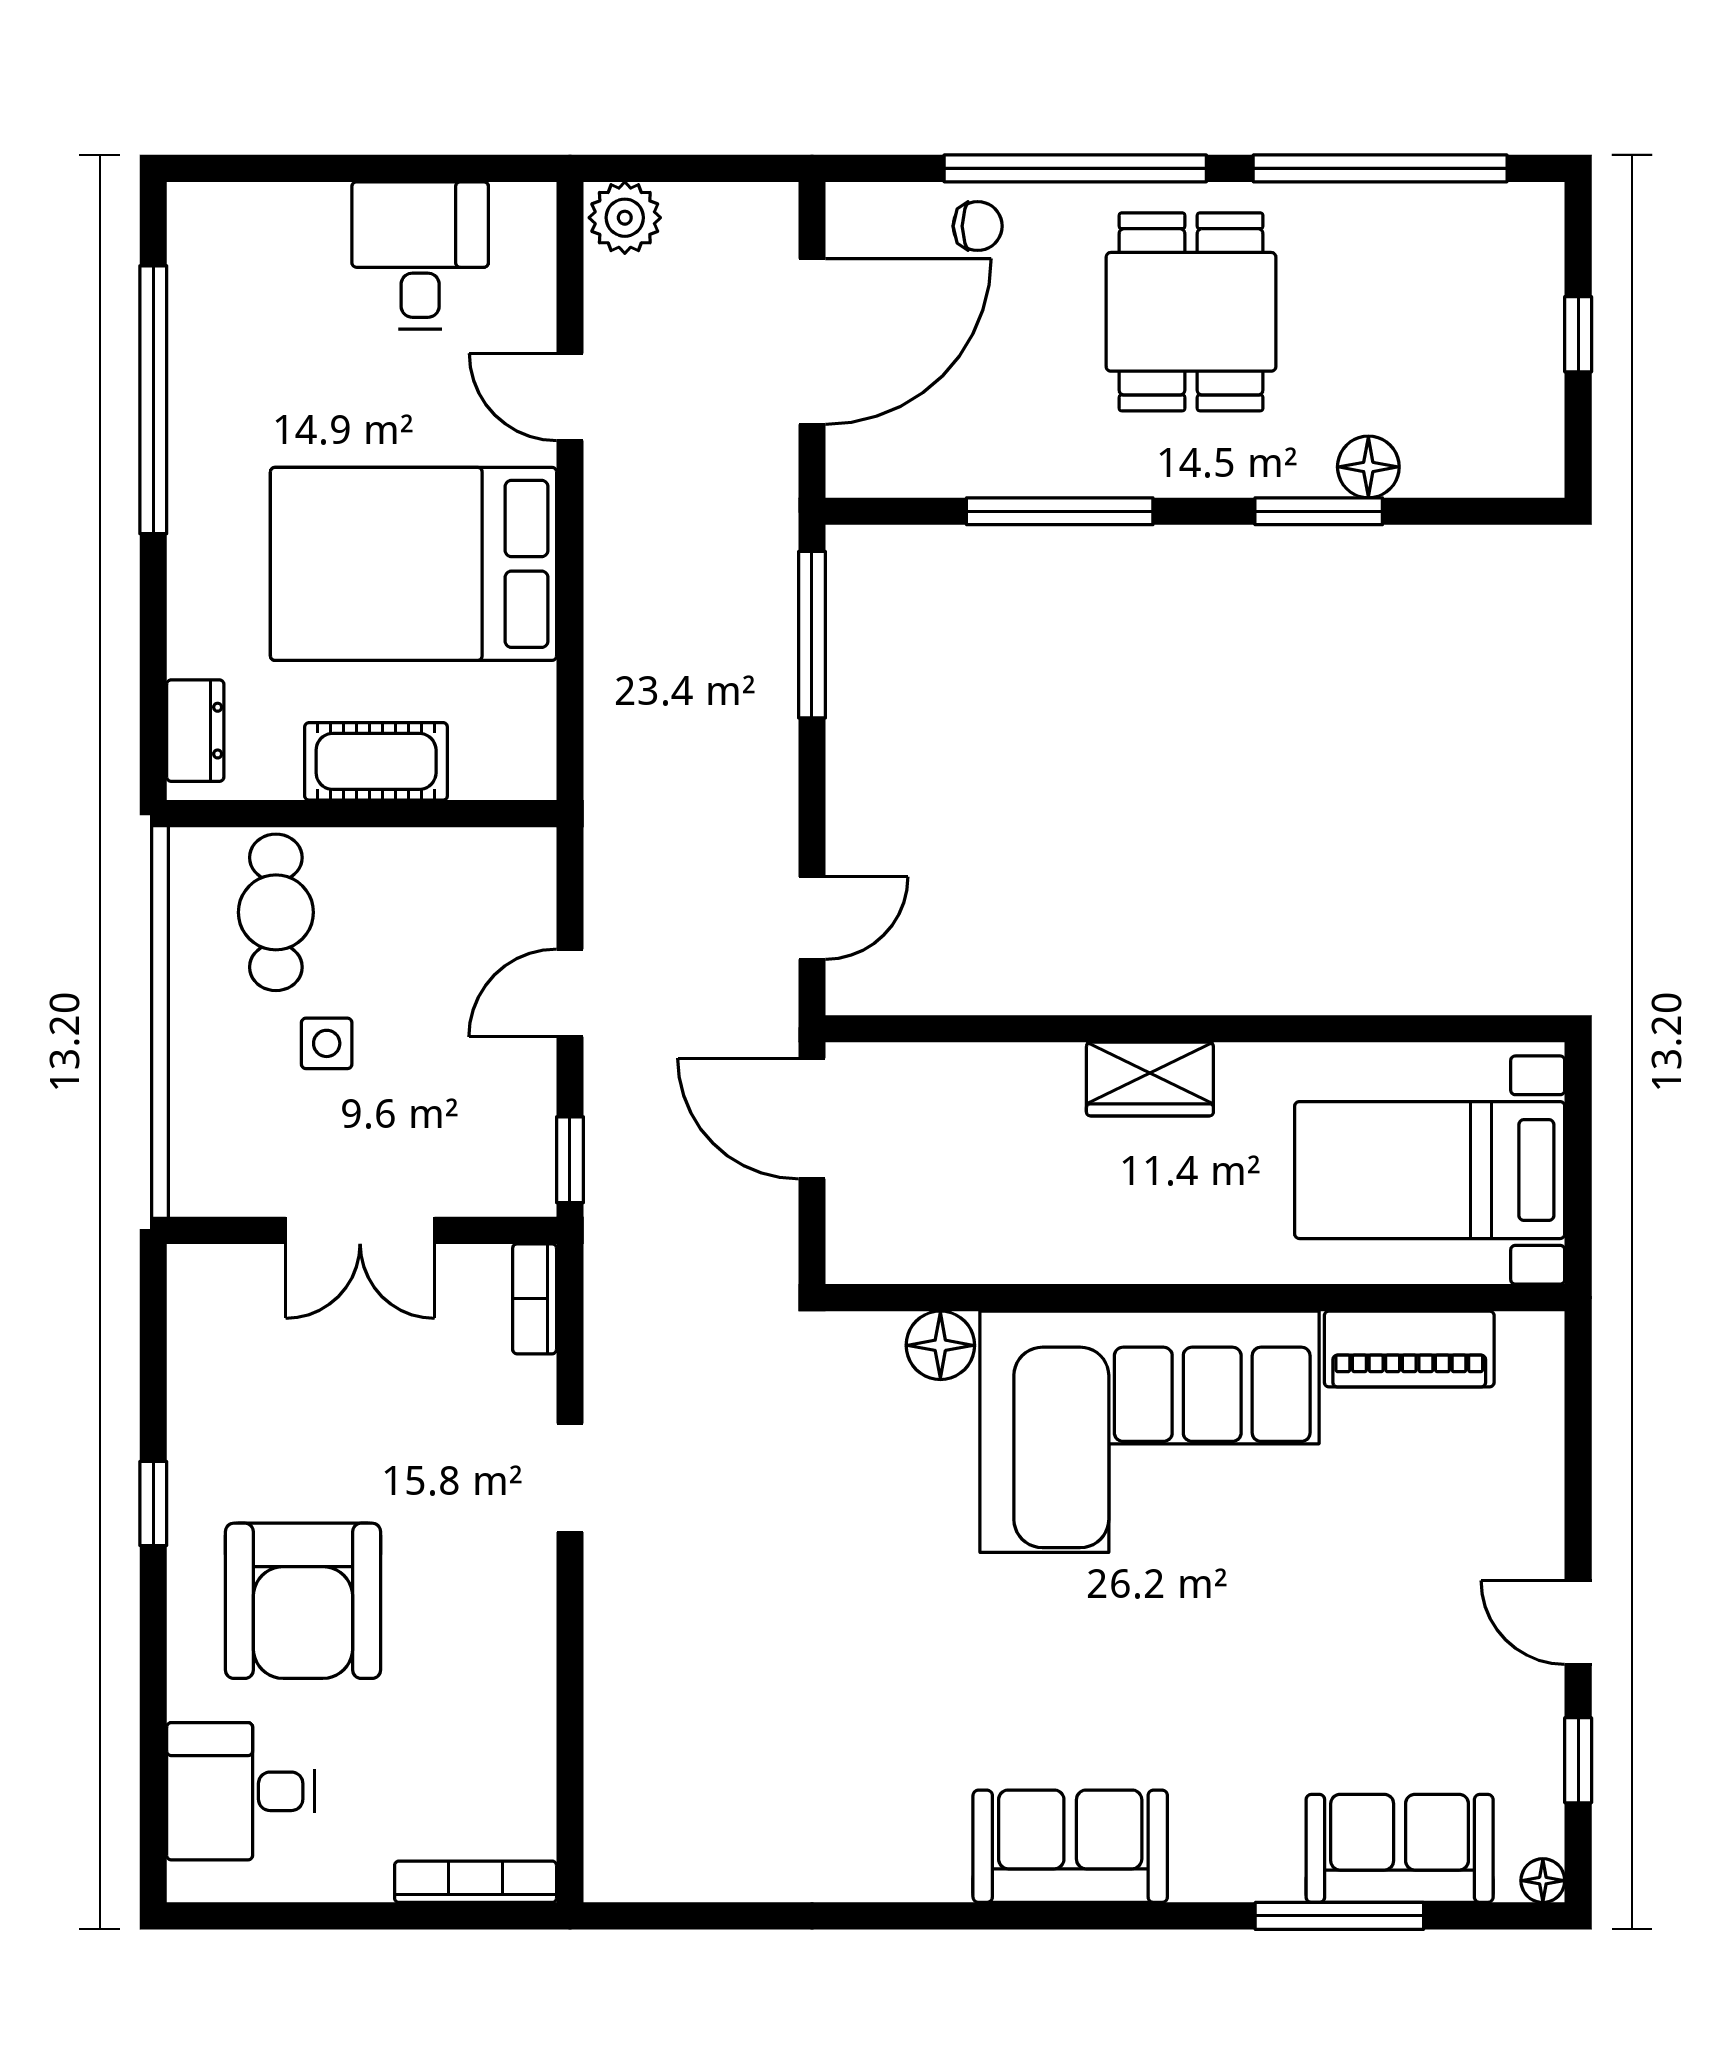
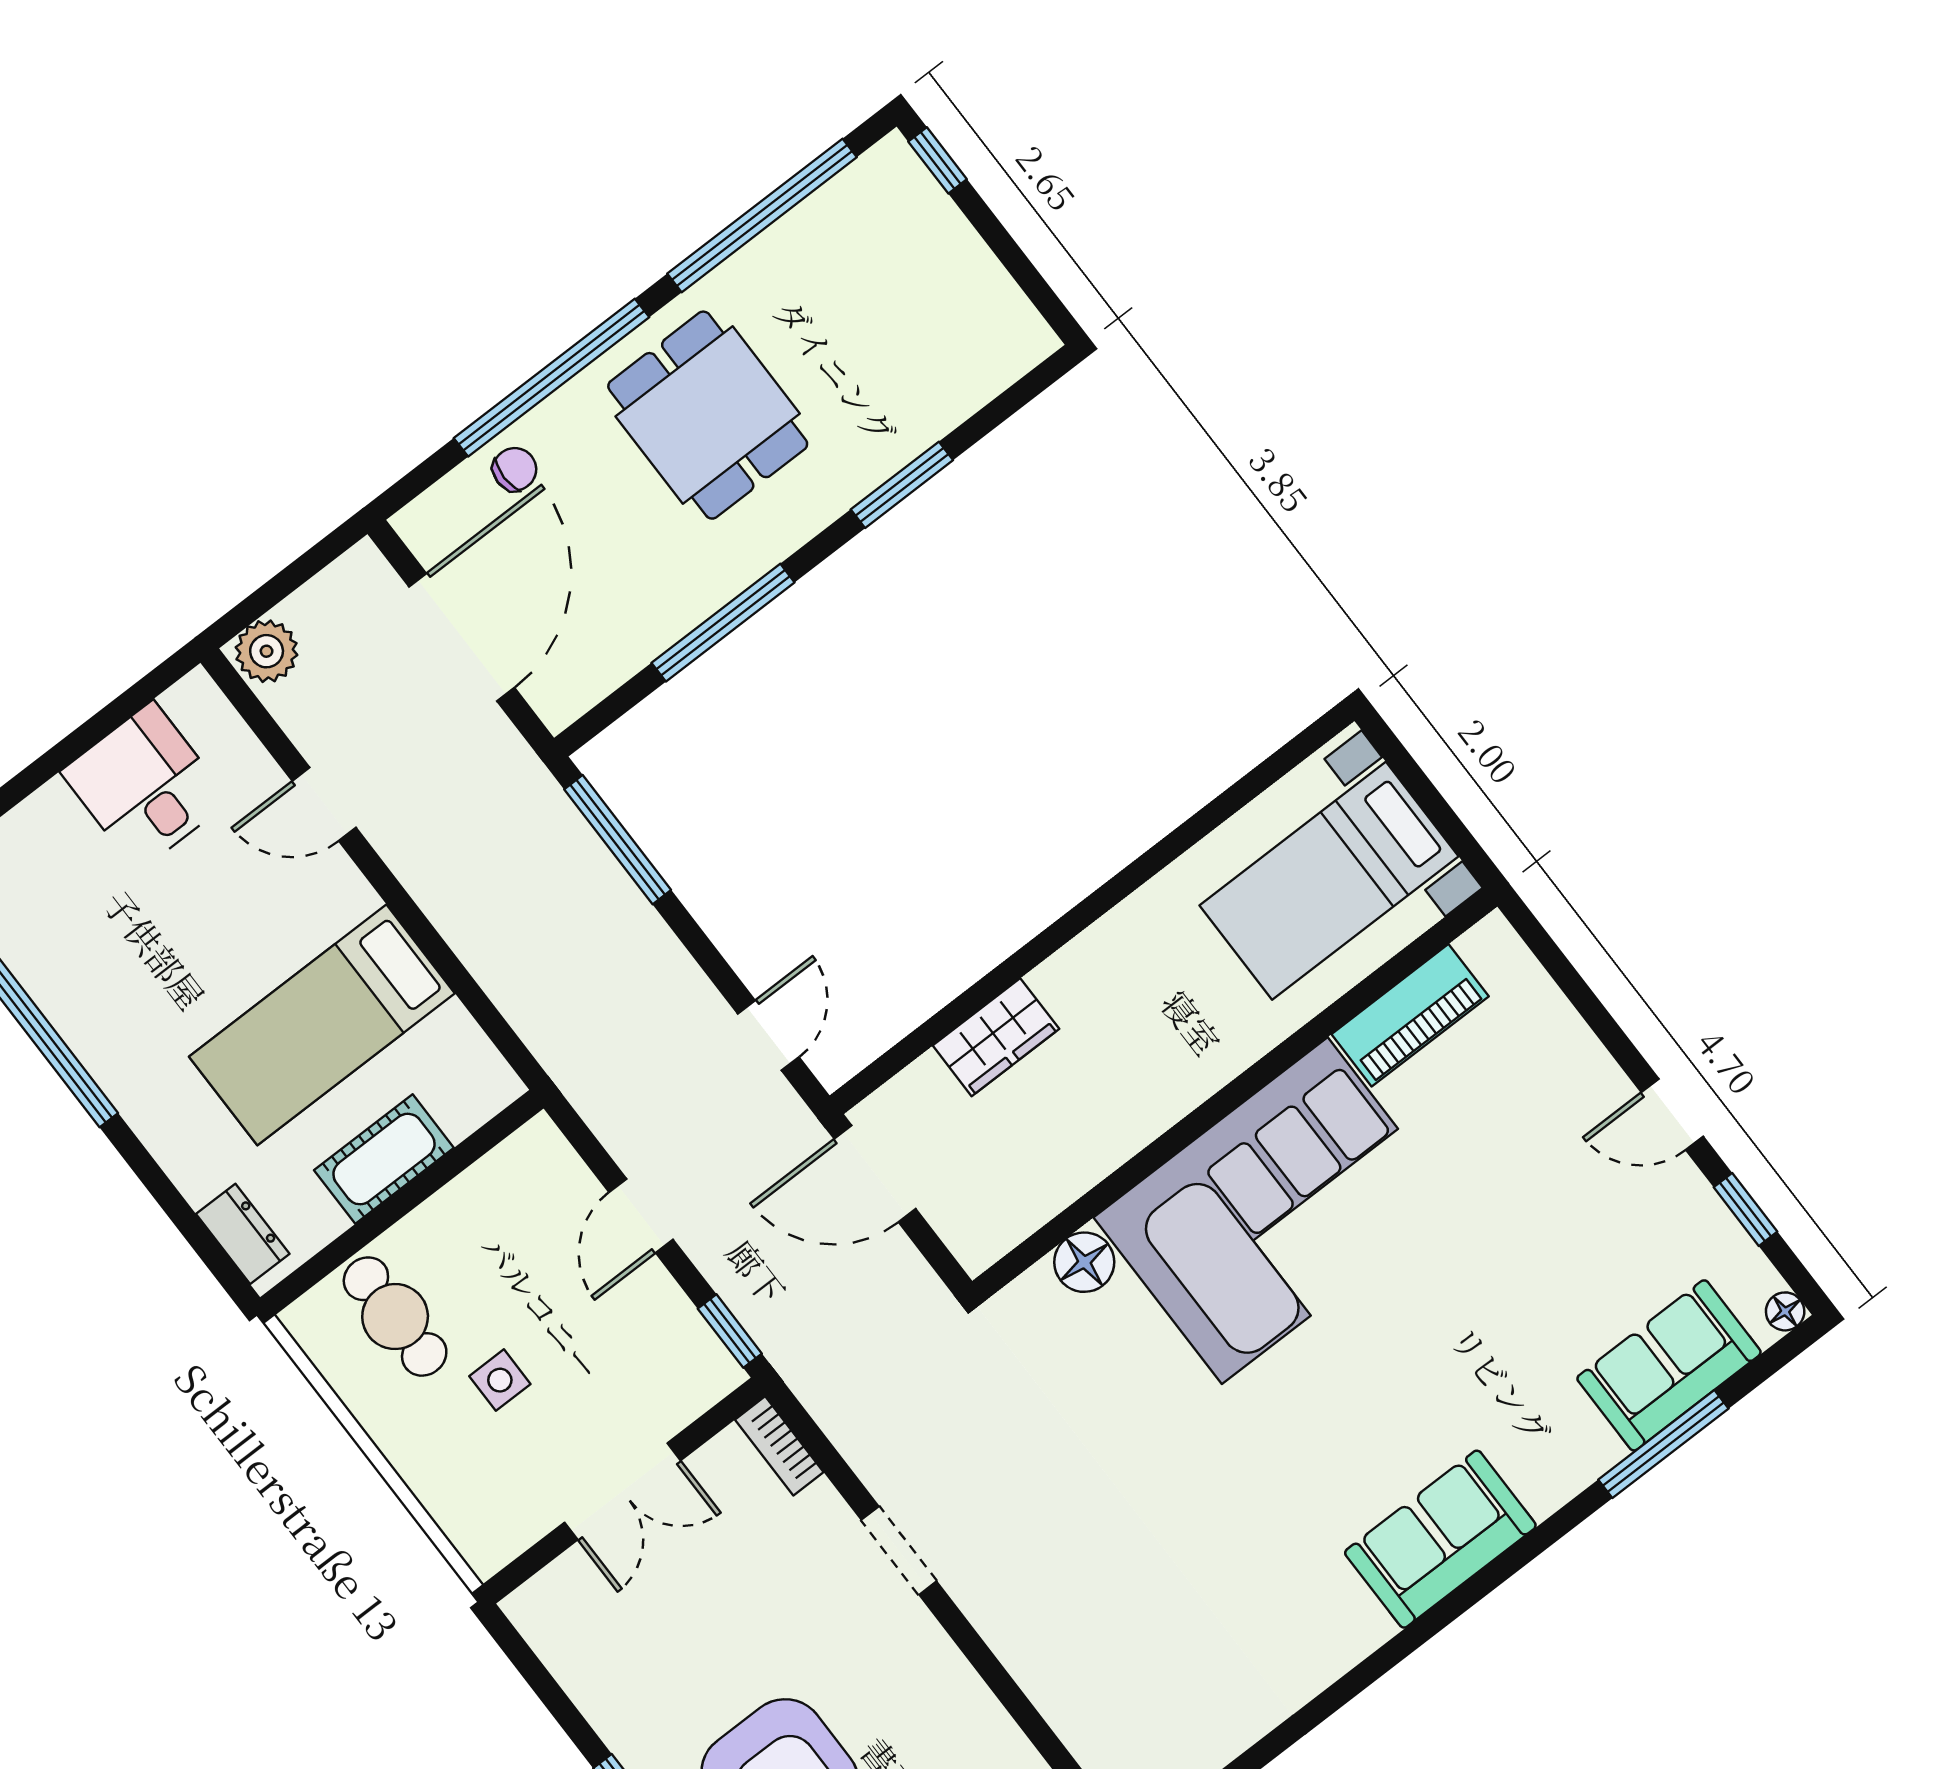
window: (1578, 334) -> (938, 160), moved
floor lamp: (1368, 467) -> (913, 428), removed
bed: (414, 564) -> (322, 1025), width x0.67
wardrobe: (1150, 1079) -> (996, 1037), moved

